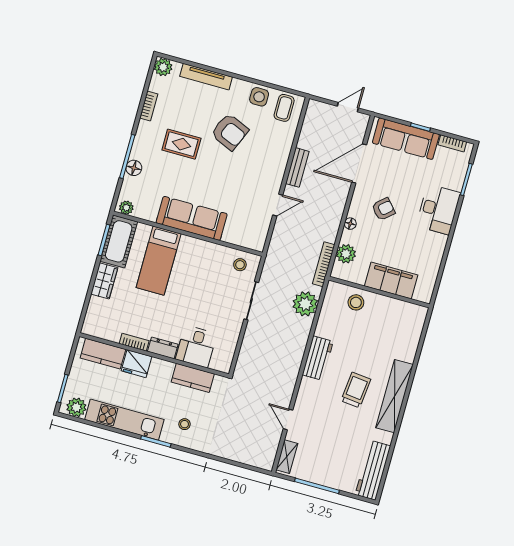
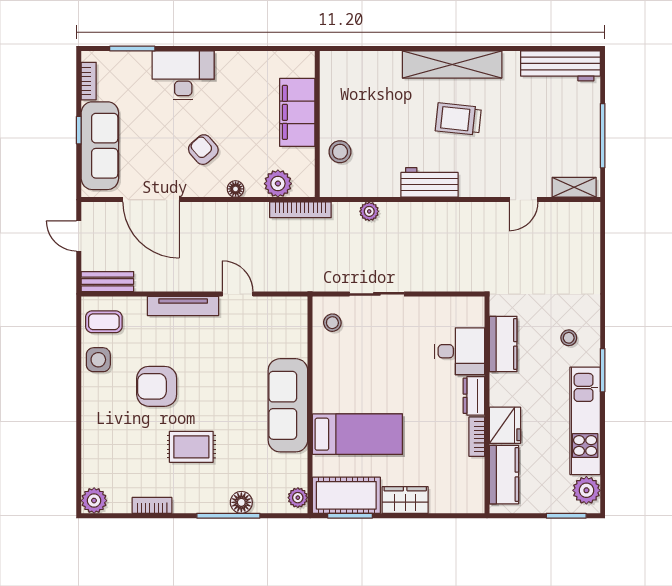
tv unit: (206, 77) -> (183, 306), moved, turned 90
armchair: (230, 132) -> (157, 386), turned -113
rug: (181, 144) -> (191, 447), turned 90
bench: (297, 167) -> (107, 282), moved
plant: (305, 304) -> (369, 211), width x0.53, depth x0.53

